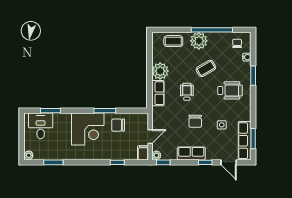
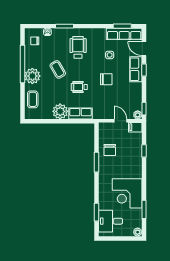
corner desk: (88, 129) -> (127, 193), moved, turned 180
row of seats: (191, 153) -> (136, 69), moved
door: (229, 162) -> (144, 49), swing flipped

